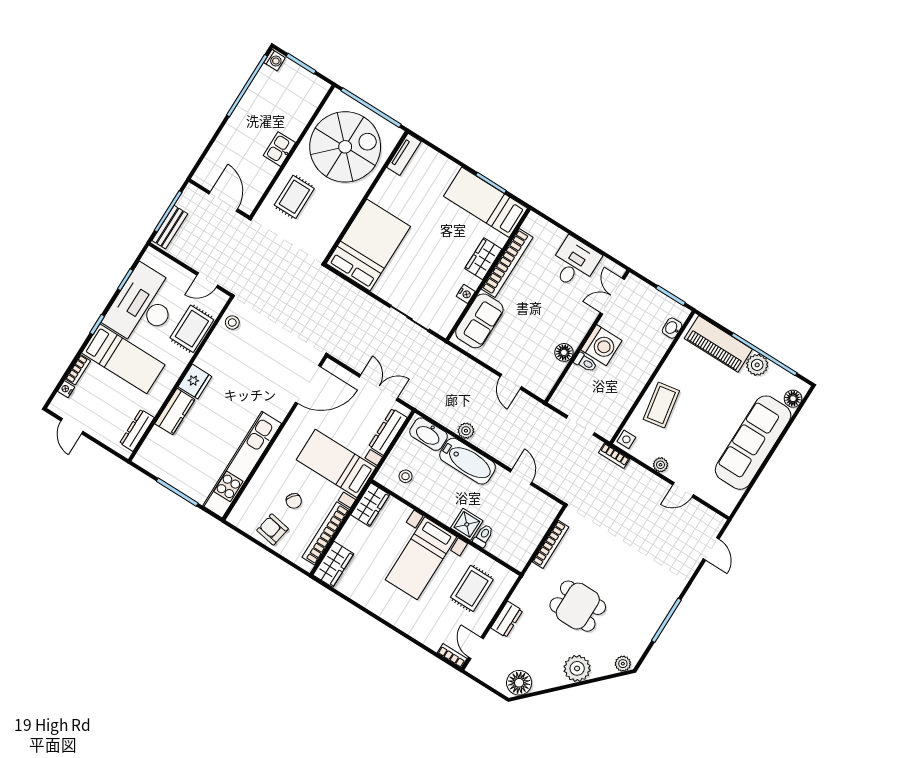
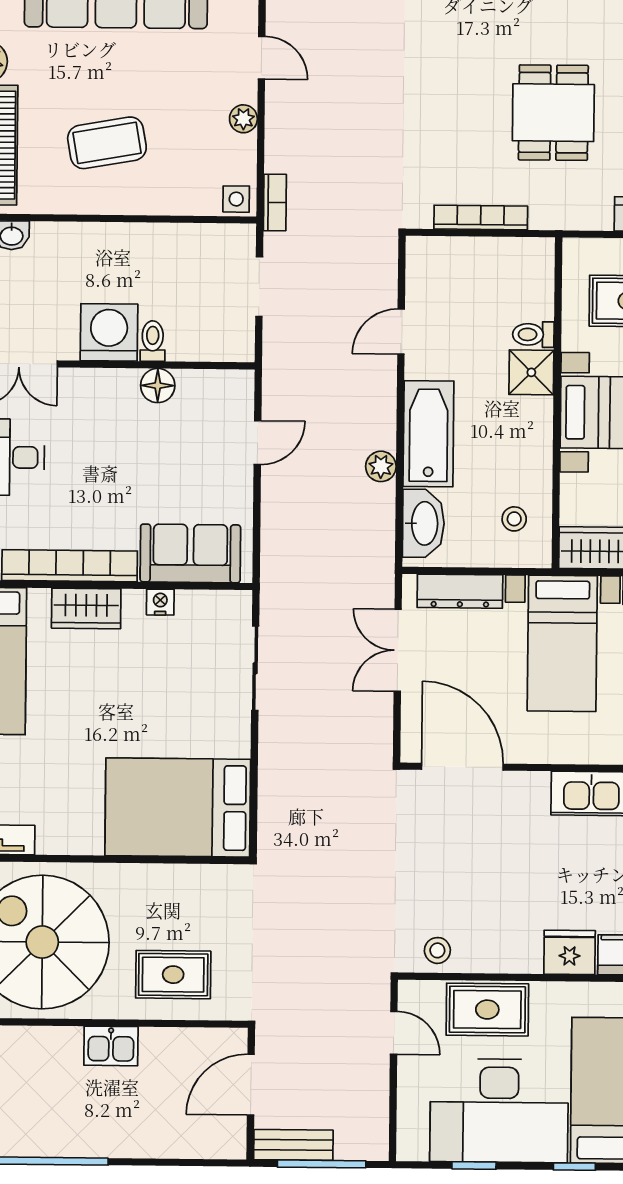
bench: (170, 227) -> (293, 1145), moved
coffee table: (661, 405) -> (107, 143), moved

